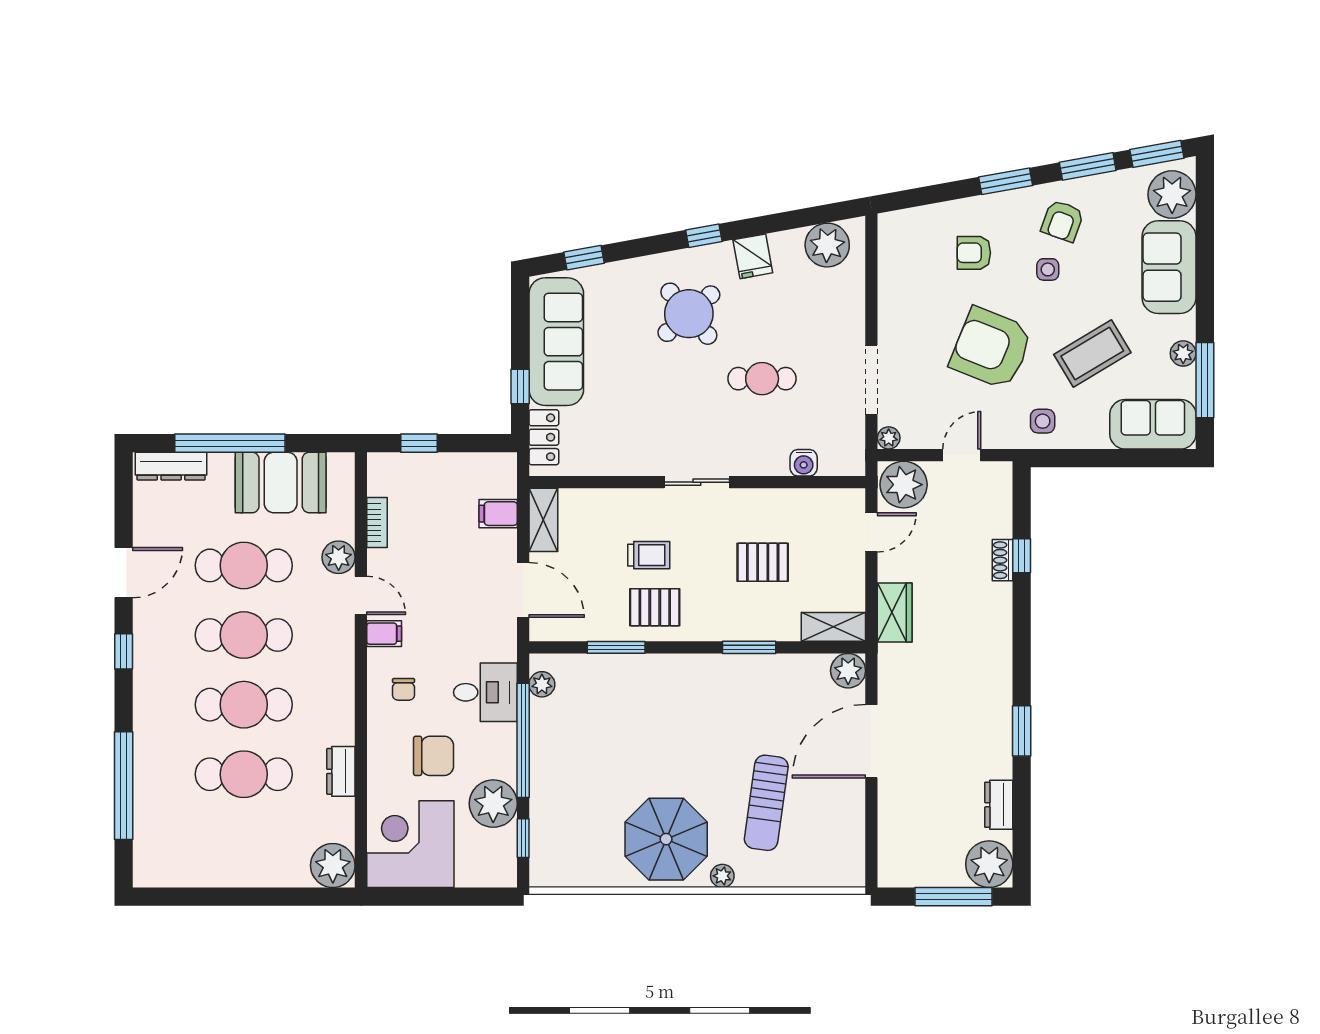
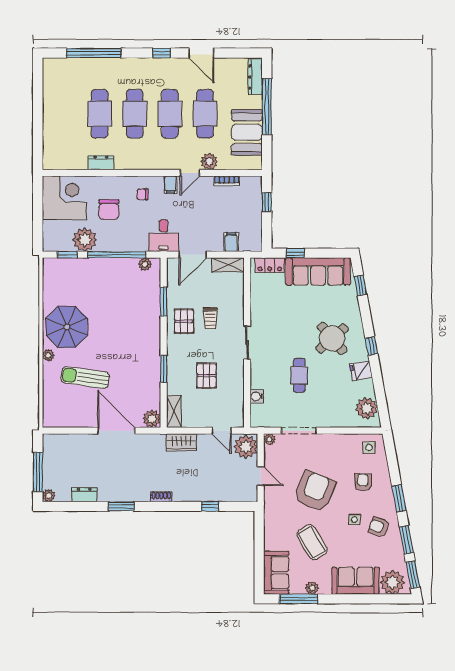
side table: (1043, 421) -> (369, 448), moved
shoe rack: (1003, 560) -> (161, 497), moved
desk: (485, 692) -> (164, 236), moved
plant: (989, 864) -> (49, 496), width x0.53, depth x0.53
plant: (333, 865) -> (54, 159), removed

